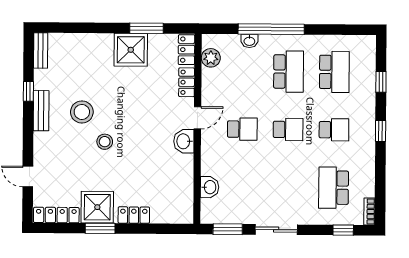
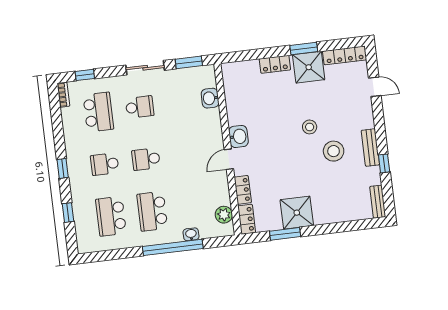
school desk: (242, 129) -> (140, 107), moved, turned 180

